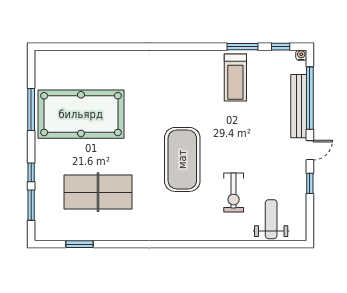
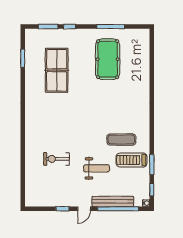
pool table: (81, 114) -> (108, 59), width x0.73, depth x0.76
door: (310, 150) -> (84, 209), hinge flipped
exercise mat: (182, 159) -> (121, 140), moved, width x0.50, depth x0.69
weight bench: (271, 219) -> (97, 168), moved

